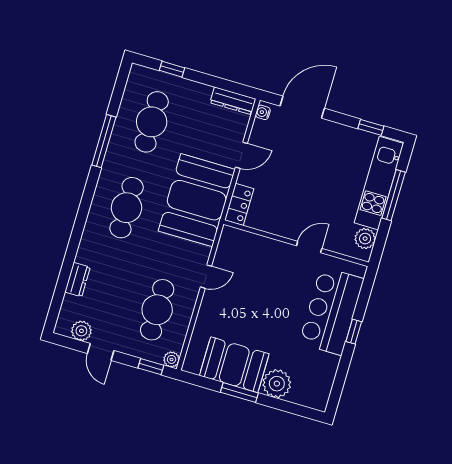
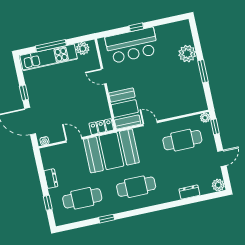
dresser: (233, 101) -> (51, 179), moved, width x0.70
window: (371, 127) -> (24, 93), moved
window: (104, 141) -> (107, 219), width x0.46
plant: (81, 331) -> (218, 185), moved
booth: (234, 365) -> (125, 109), moved

